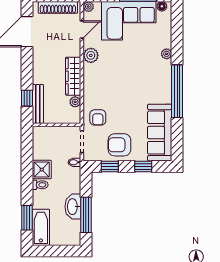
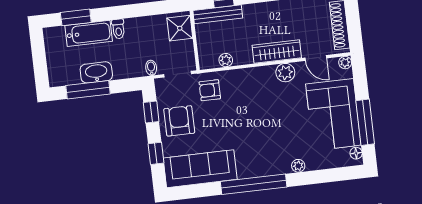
wardrobe: (73, 76) -> (277, 52), moved
shower: (42, 170) -> (180, 28), moved
bathtub: (41, 227) -> (89, 33), moved

